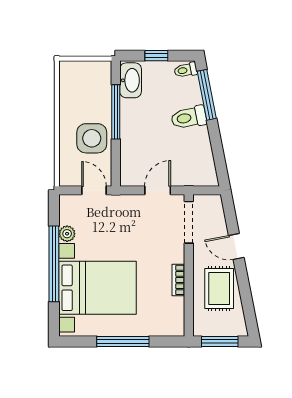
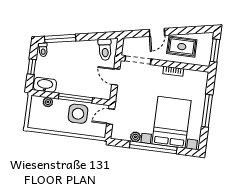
plant: (104, 88) -> (48, 102), added
window: (116, 112) -> (75, 98), moved
toilet: (189, 117) -> (105, 50), moved

